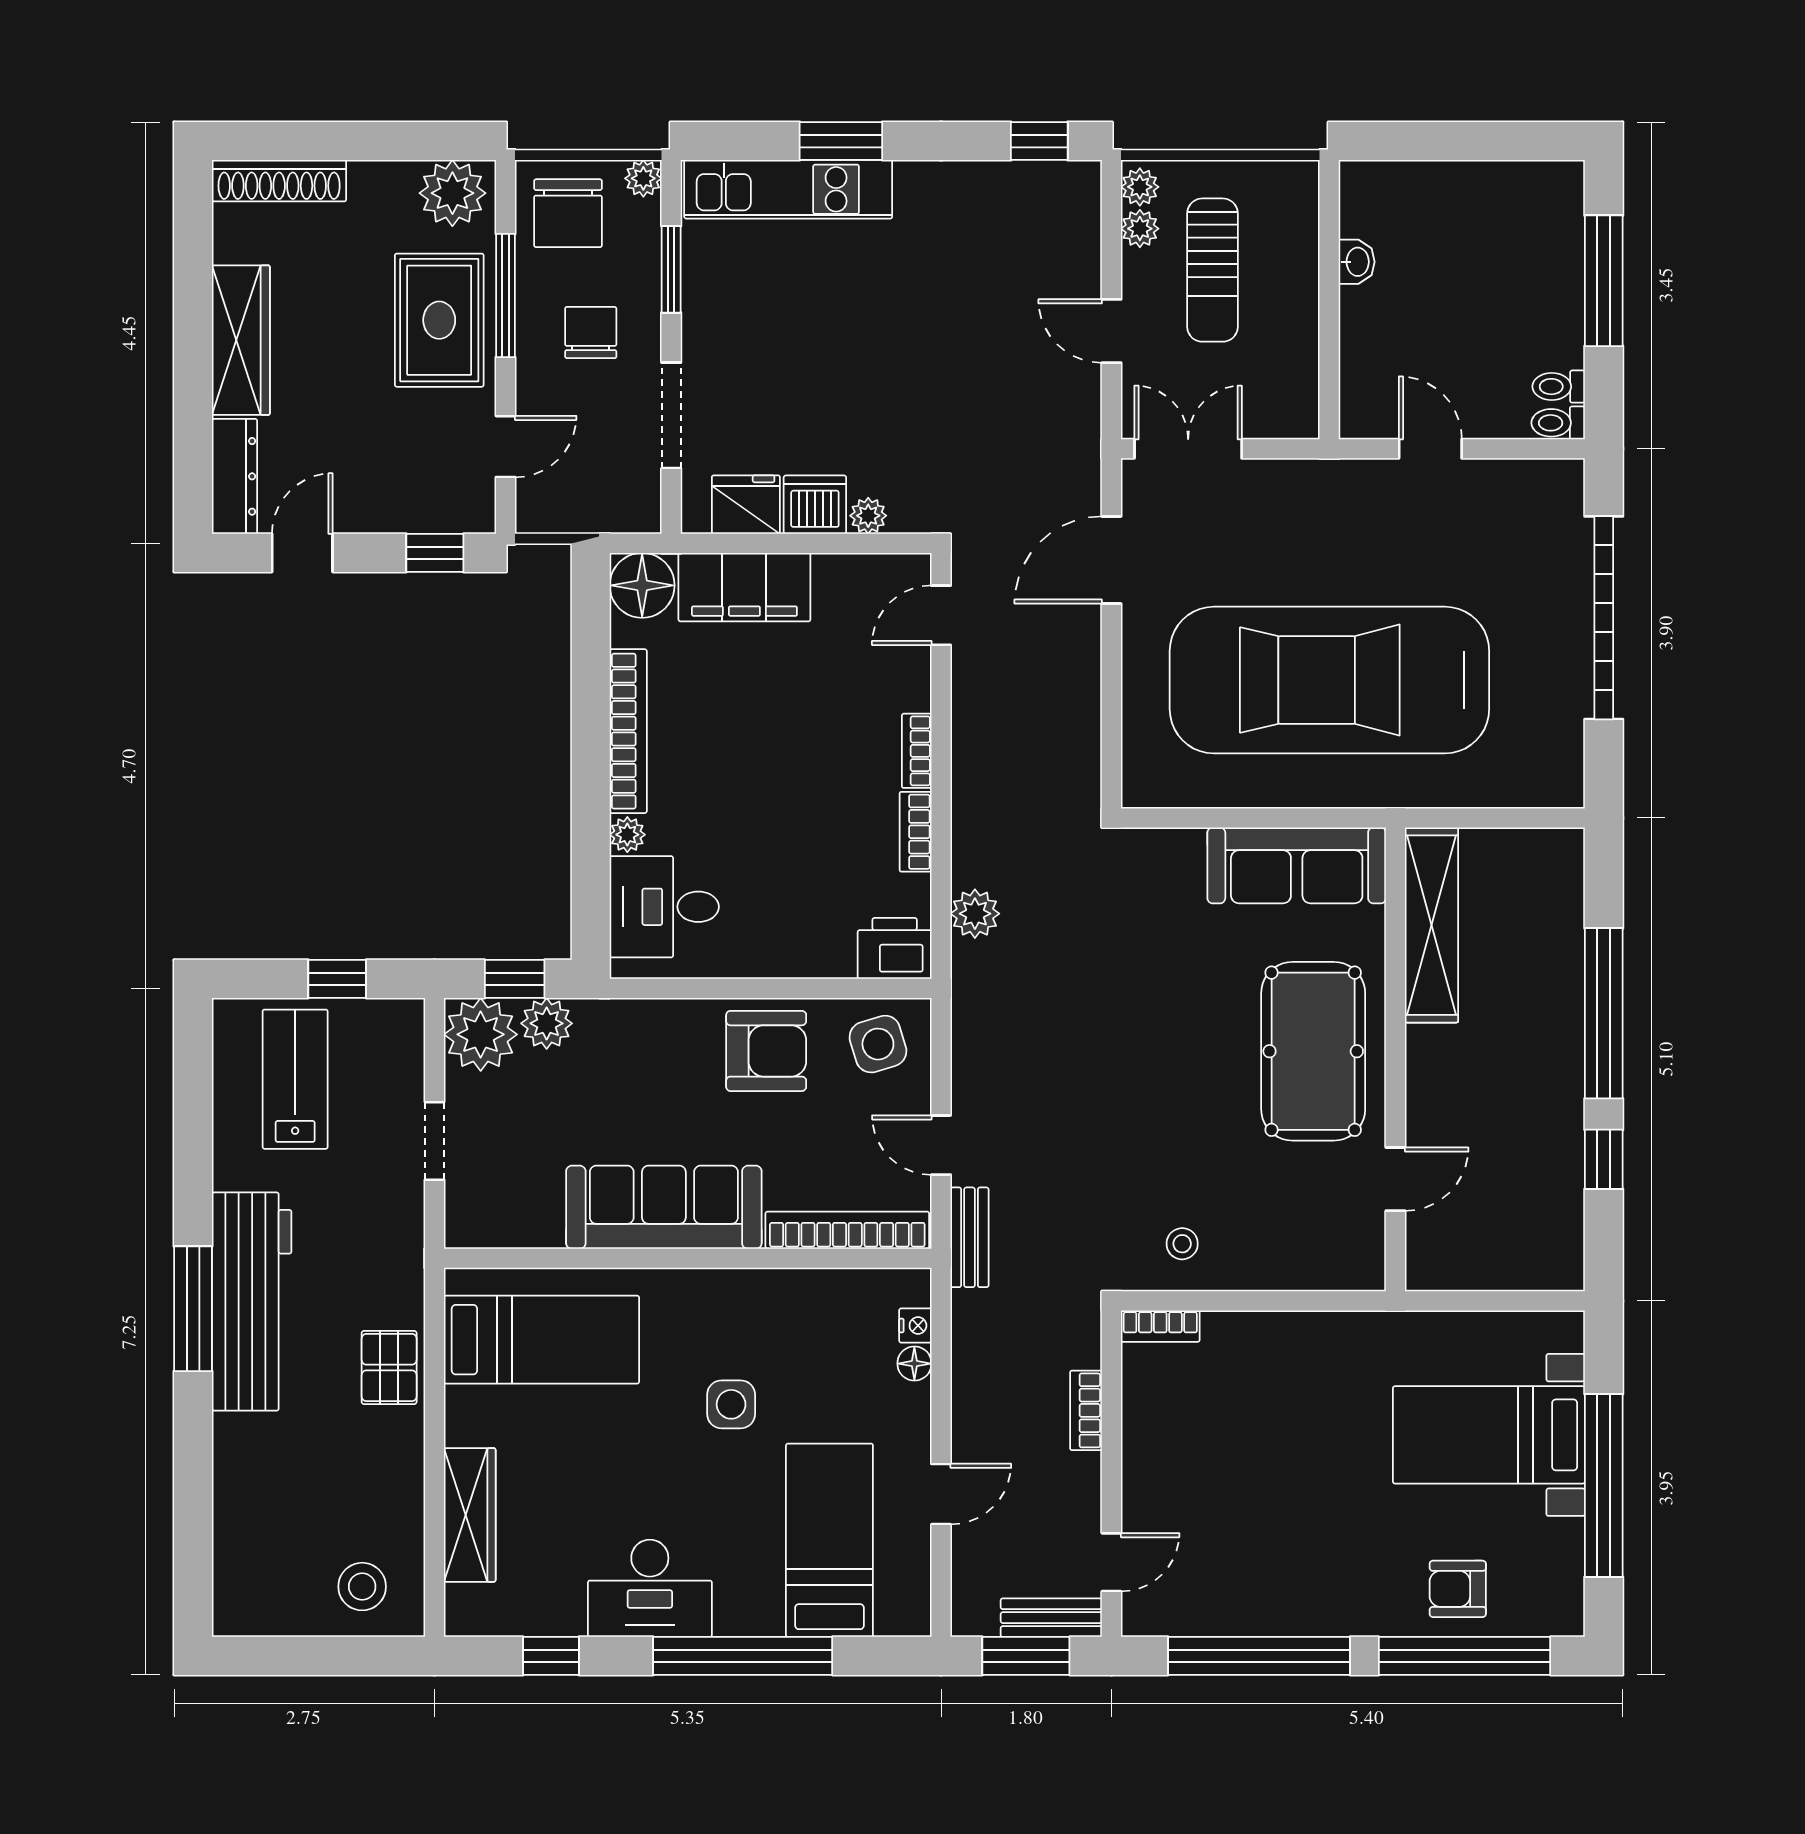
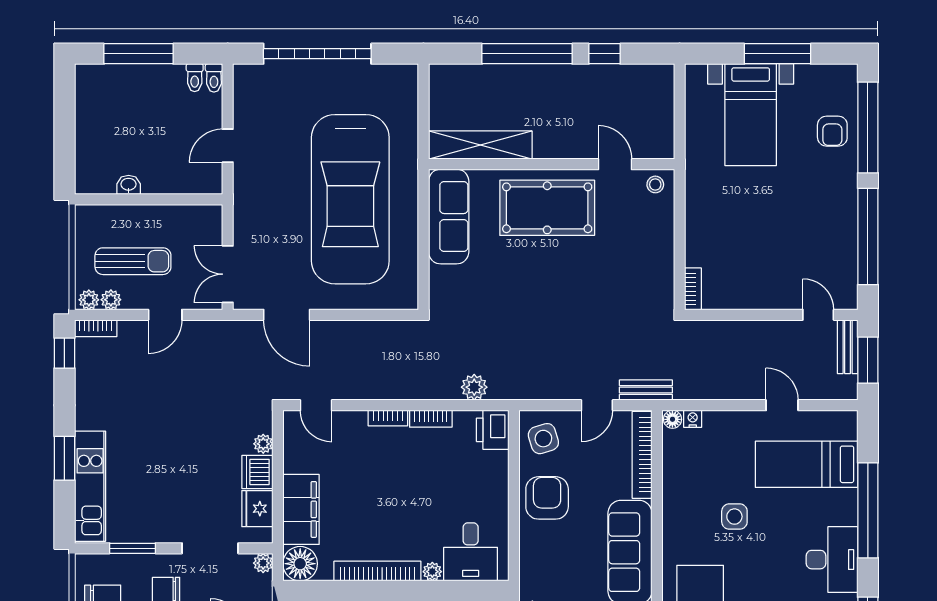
plant: (643, 178) -> (263, 563), moved
stool: (1182, 1244) -> (655, 184), moved
floor lamp: (914, 1364) -> (672, 419), moved
bookcase: (1086, 1410) -> (96, 328), moved
window: (1604, 1486) -> (778, 54), width x0.68

